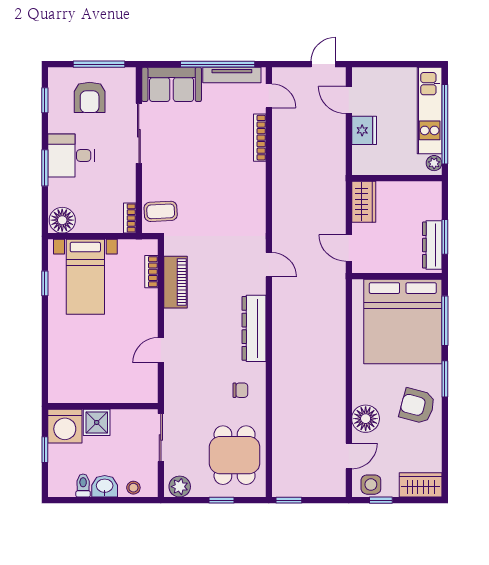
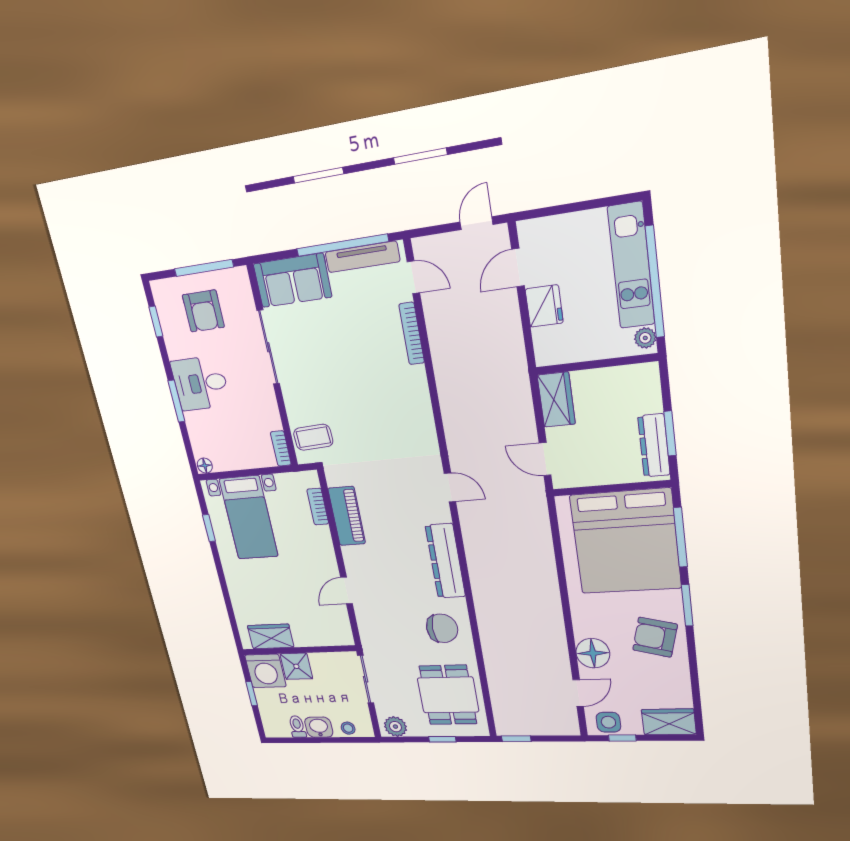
door: (349, 100) -> (518, 268), hinge flipped
floor lamp: (62, 220) -> (205, 466), width x0.53, depth x0.53
chair: (240, 390) -> (442, 628), width x1.87, depth x1.87
wardrobe: (79, 391) -> (271, 636), added

